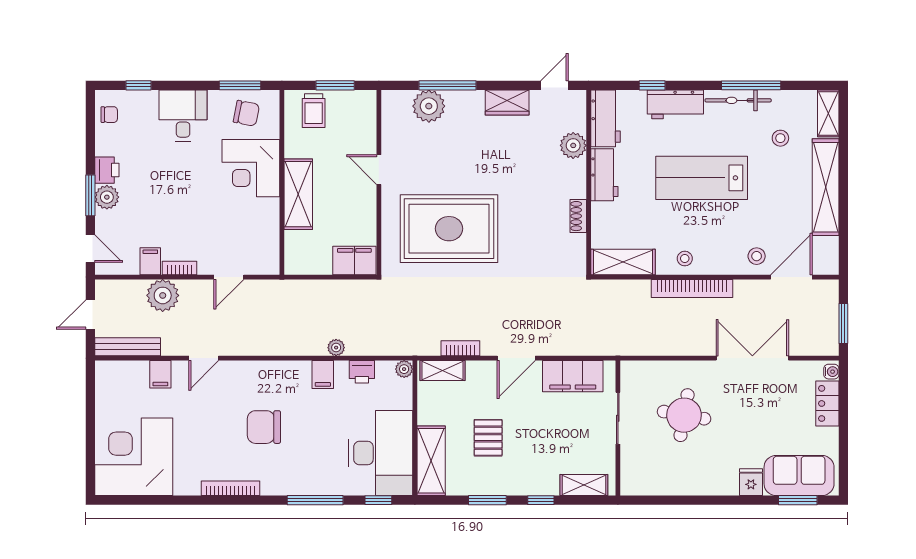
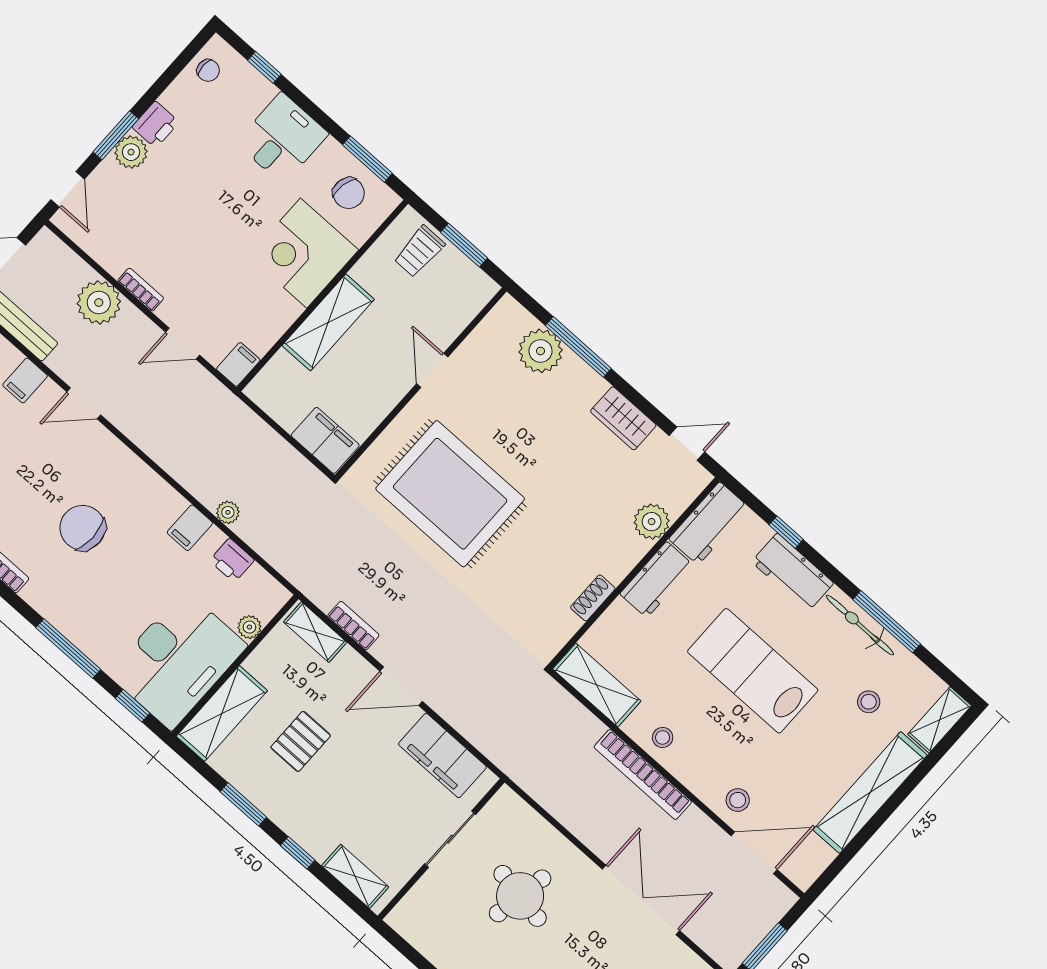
filing cabinet: (150, 261) -> (238, 364), moved
plant: (404, 369) -> (249, 627), moved

